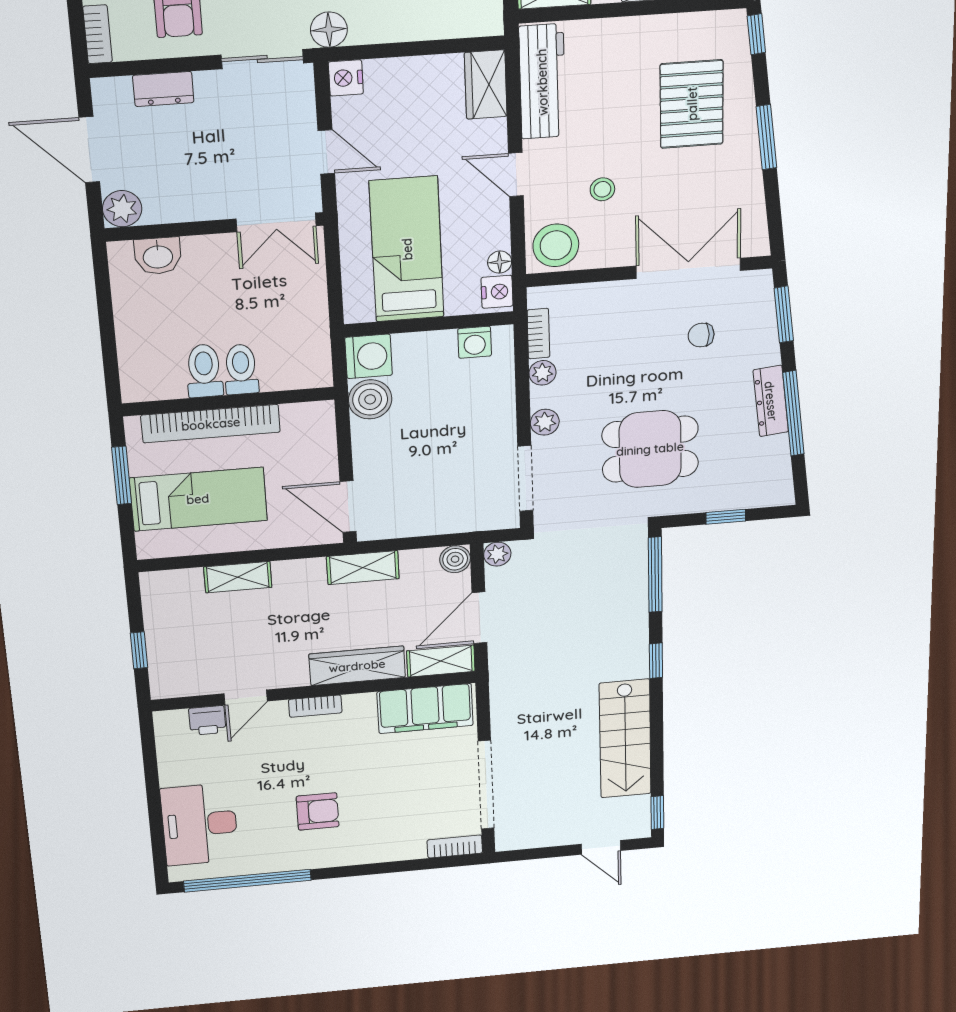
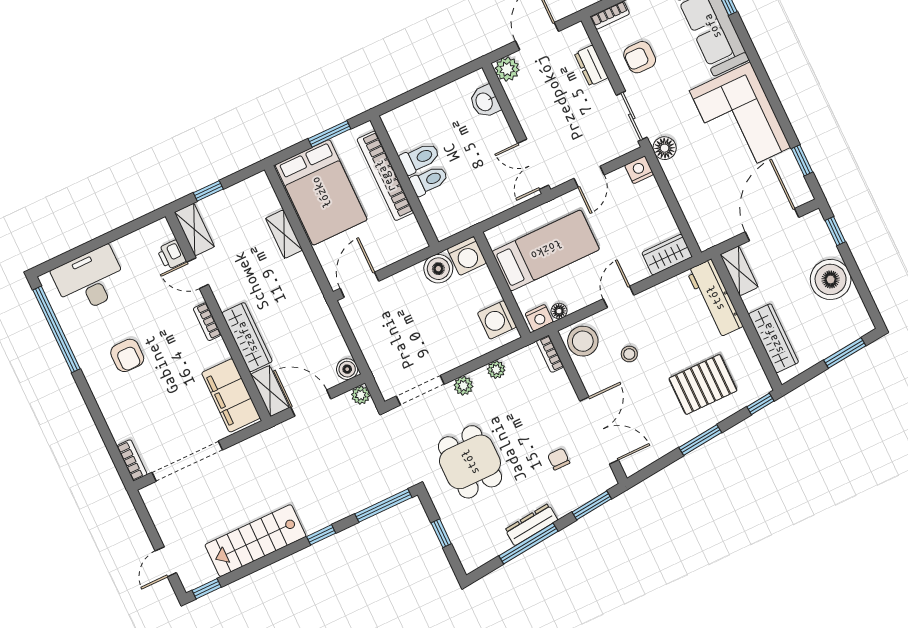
workbench: (542, 82) -> (715, 298), moved, turned 90
bookcase: (538, 334) -> (550, 354), moved, turned 90
washing machine: (475, 342) -> (497, 320), width x1.38, depth x1.38
bed: (198, 499) -> (321, 192), width x1.50
shelving: (363, 568) -> (194, 230), moved

